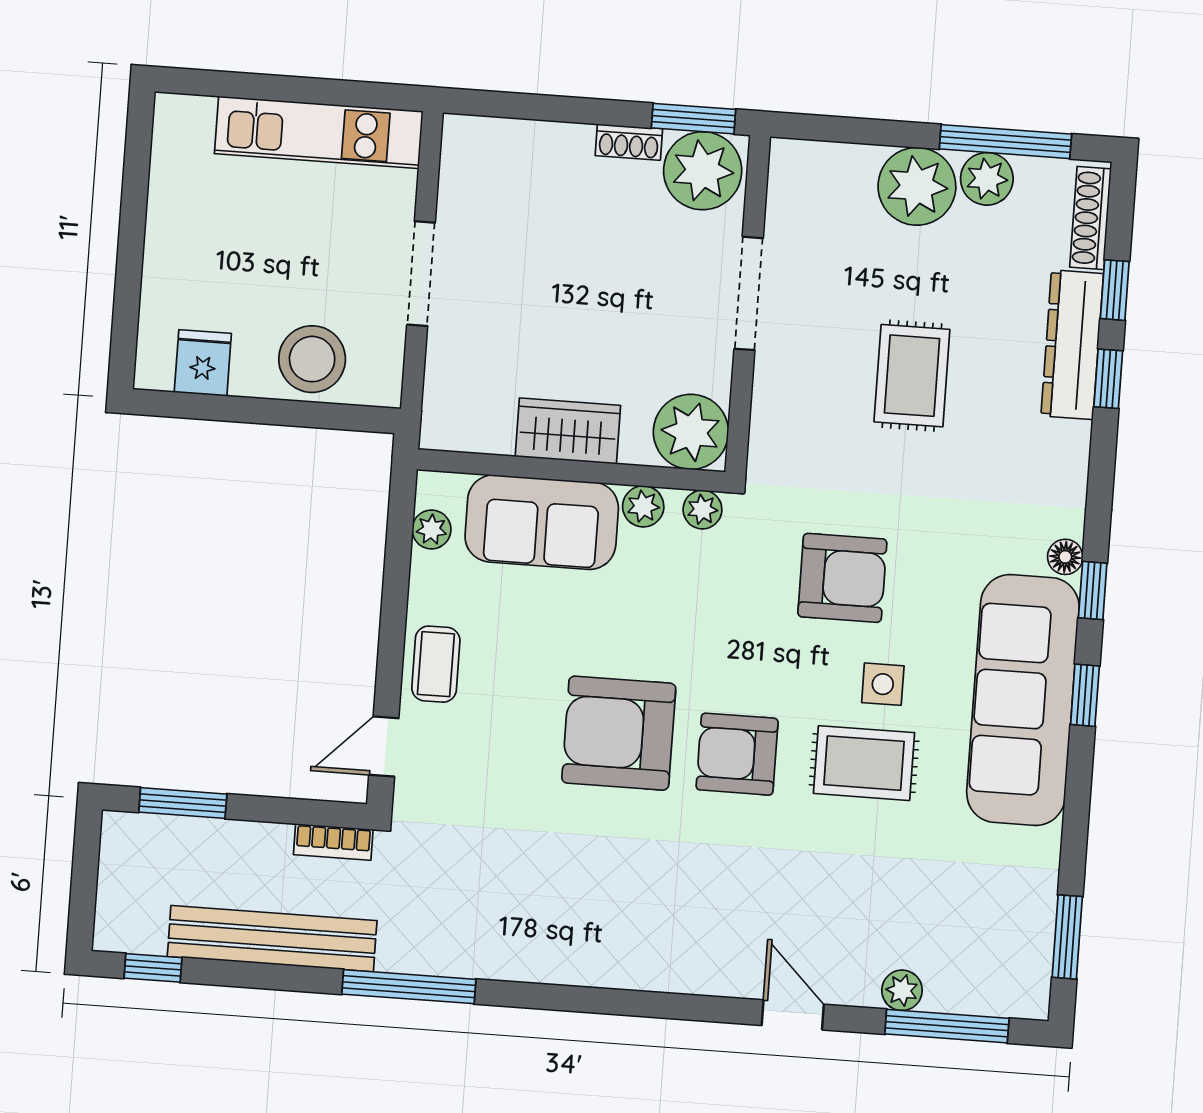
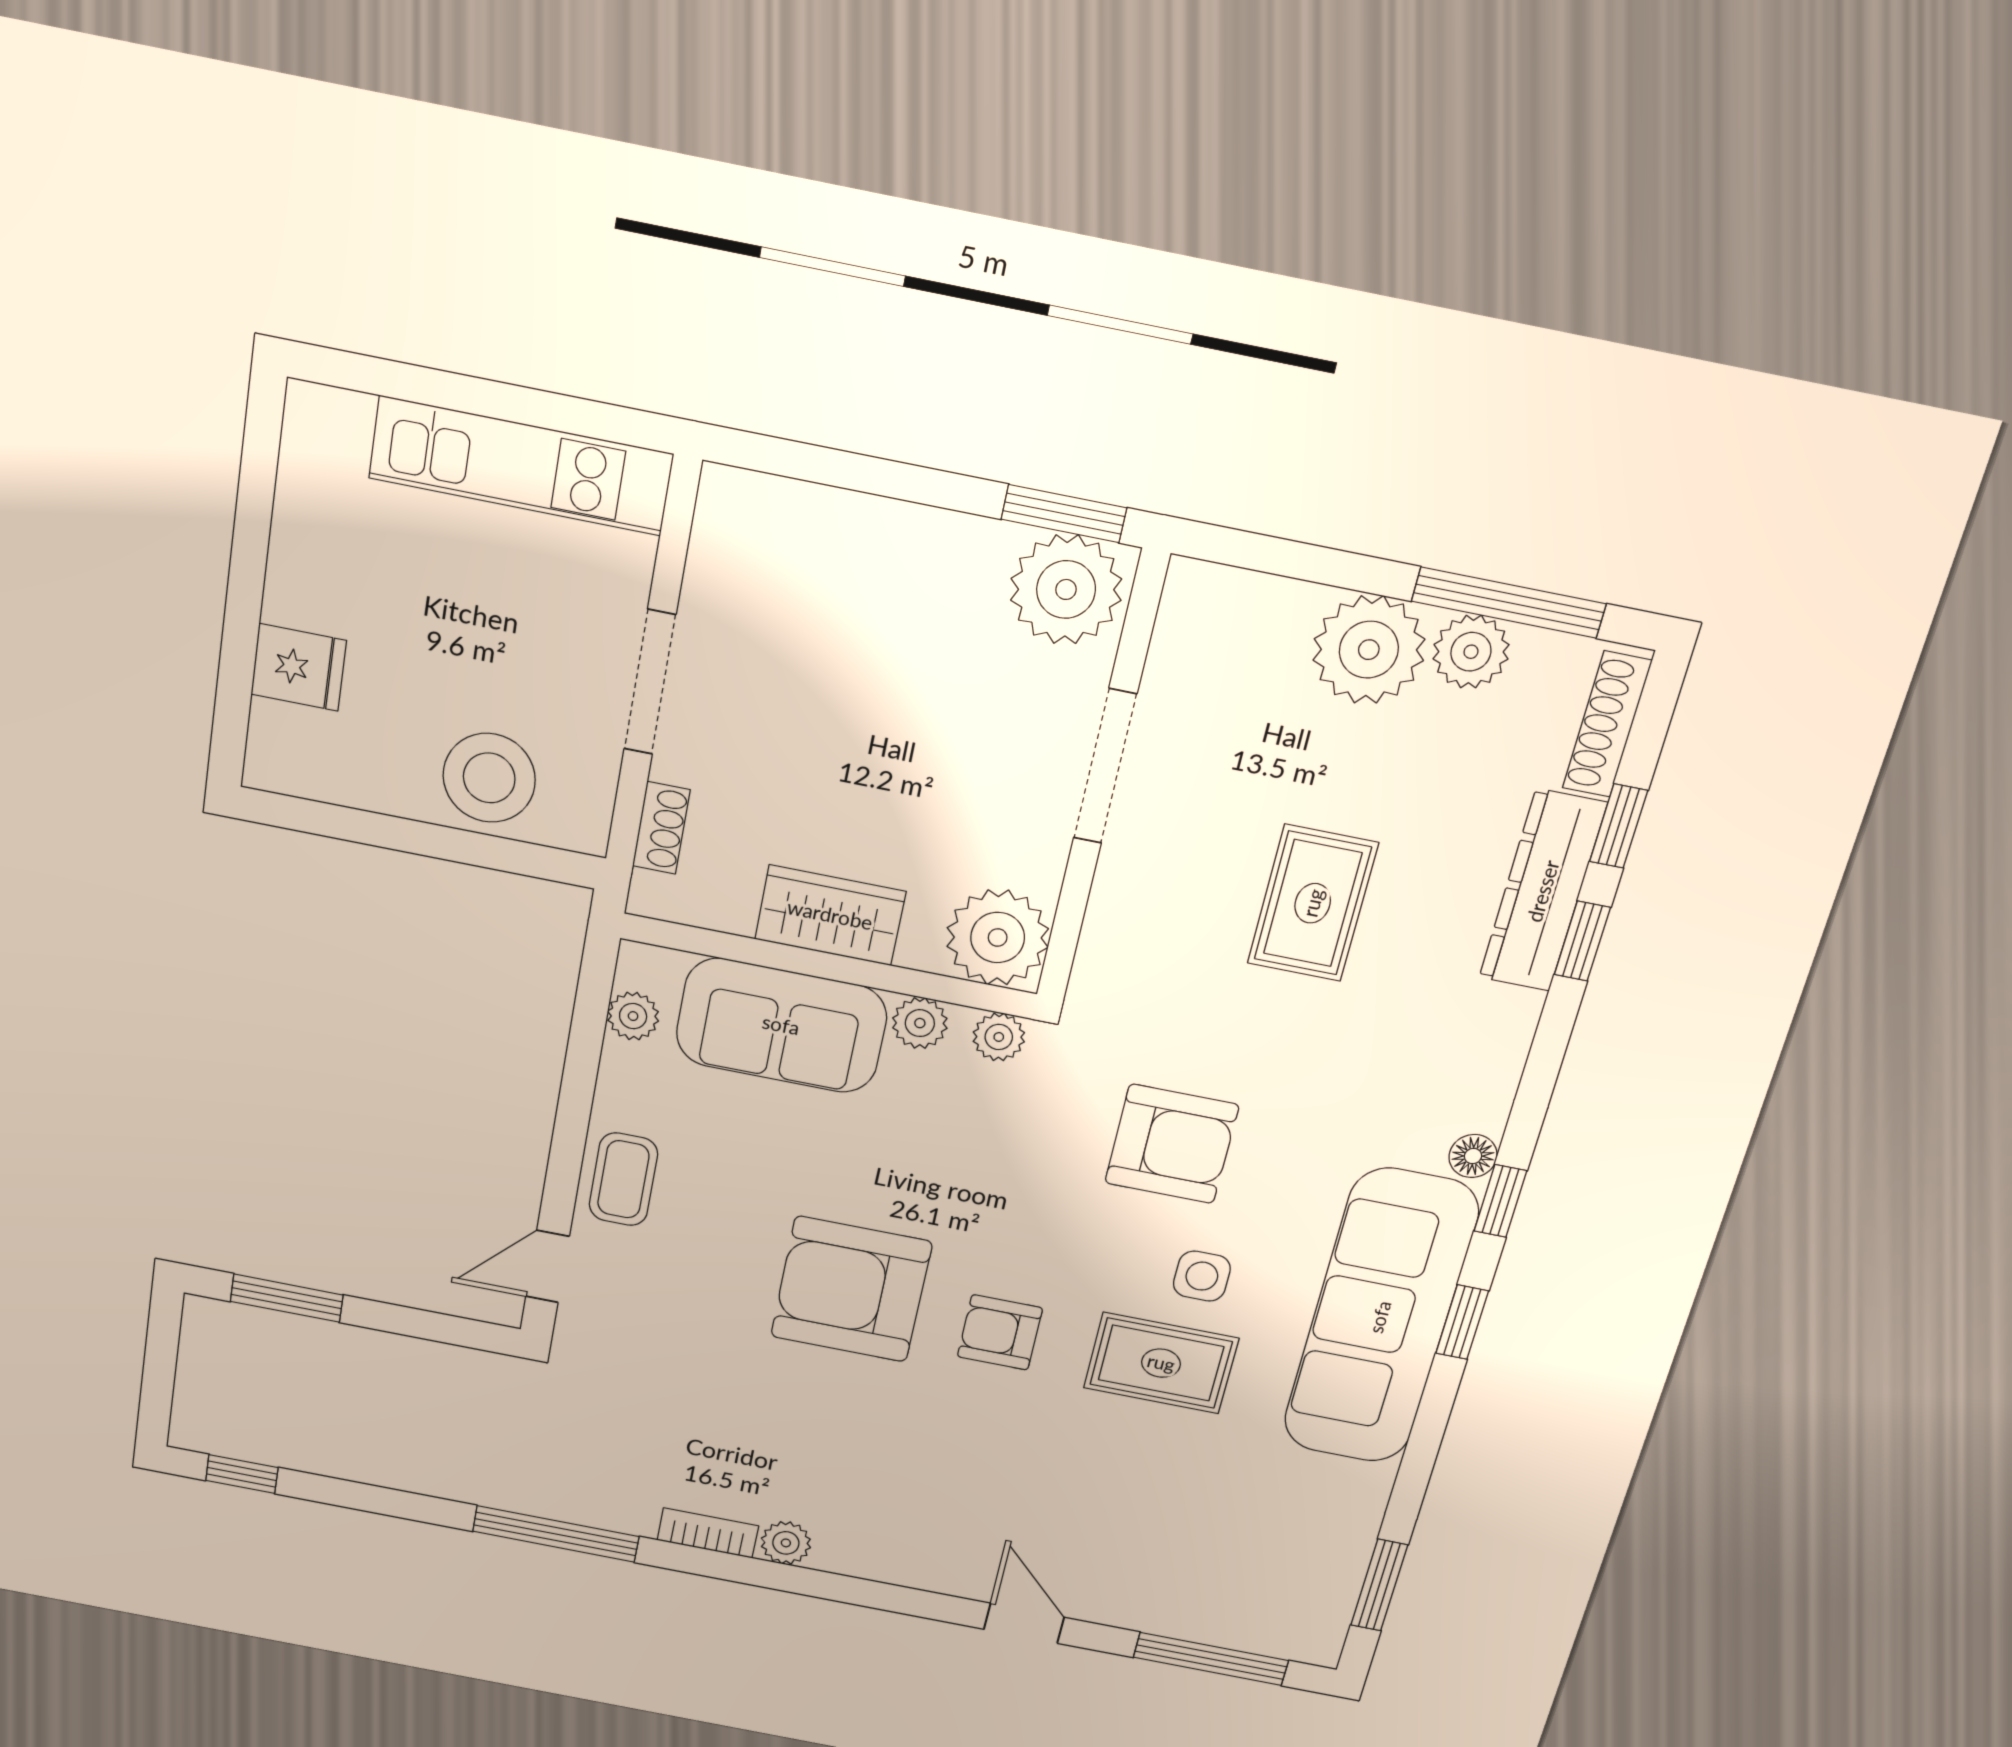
shoe rack: (629, 142) -> (661, 828), moved, turned -90
fridge: (203, 363) -> (299, 667), moved, turned 90
armchair: (737, 754) -> (1000, 1332), width x0.72, depth x0.72
bookcase: (333, 842) -> (708, 1533), moved, turned 180
bench: (272, 939) -> (391, 1461), removed
plant: (902, 990) -> (786, 1543), moved

